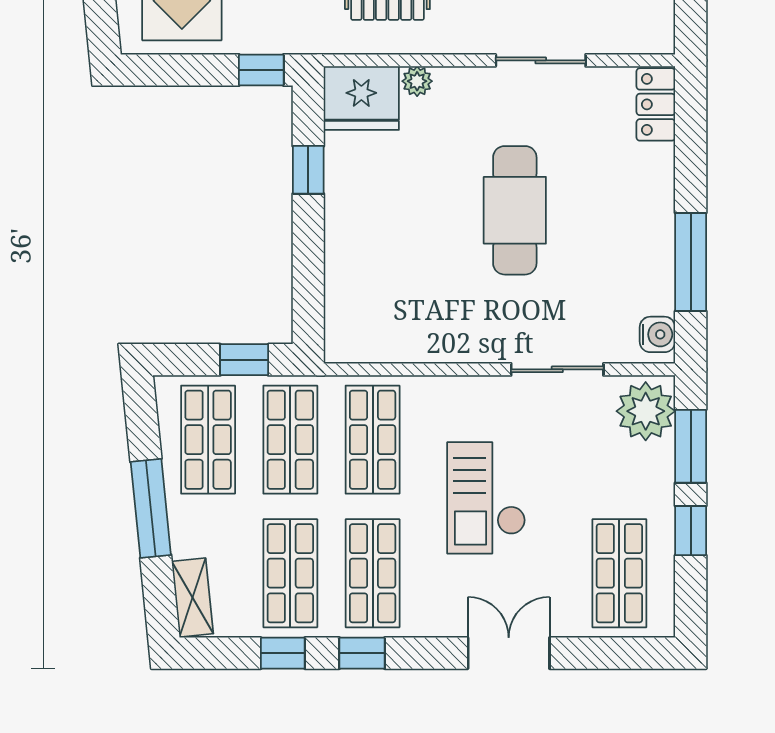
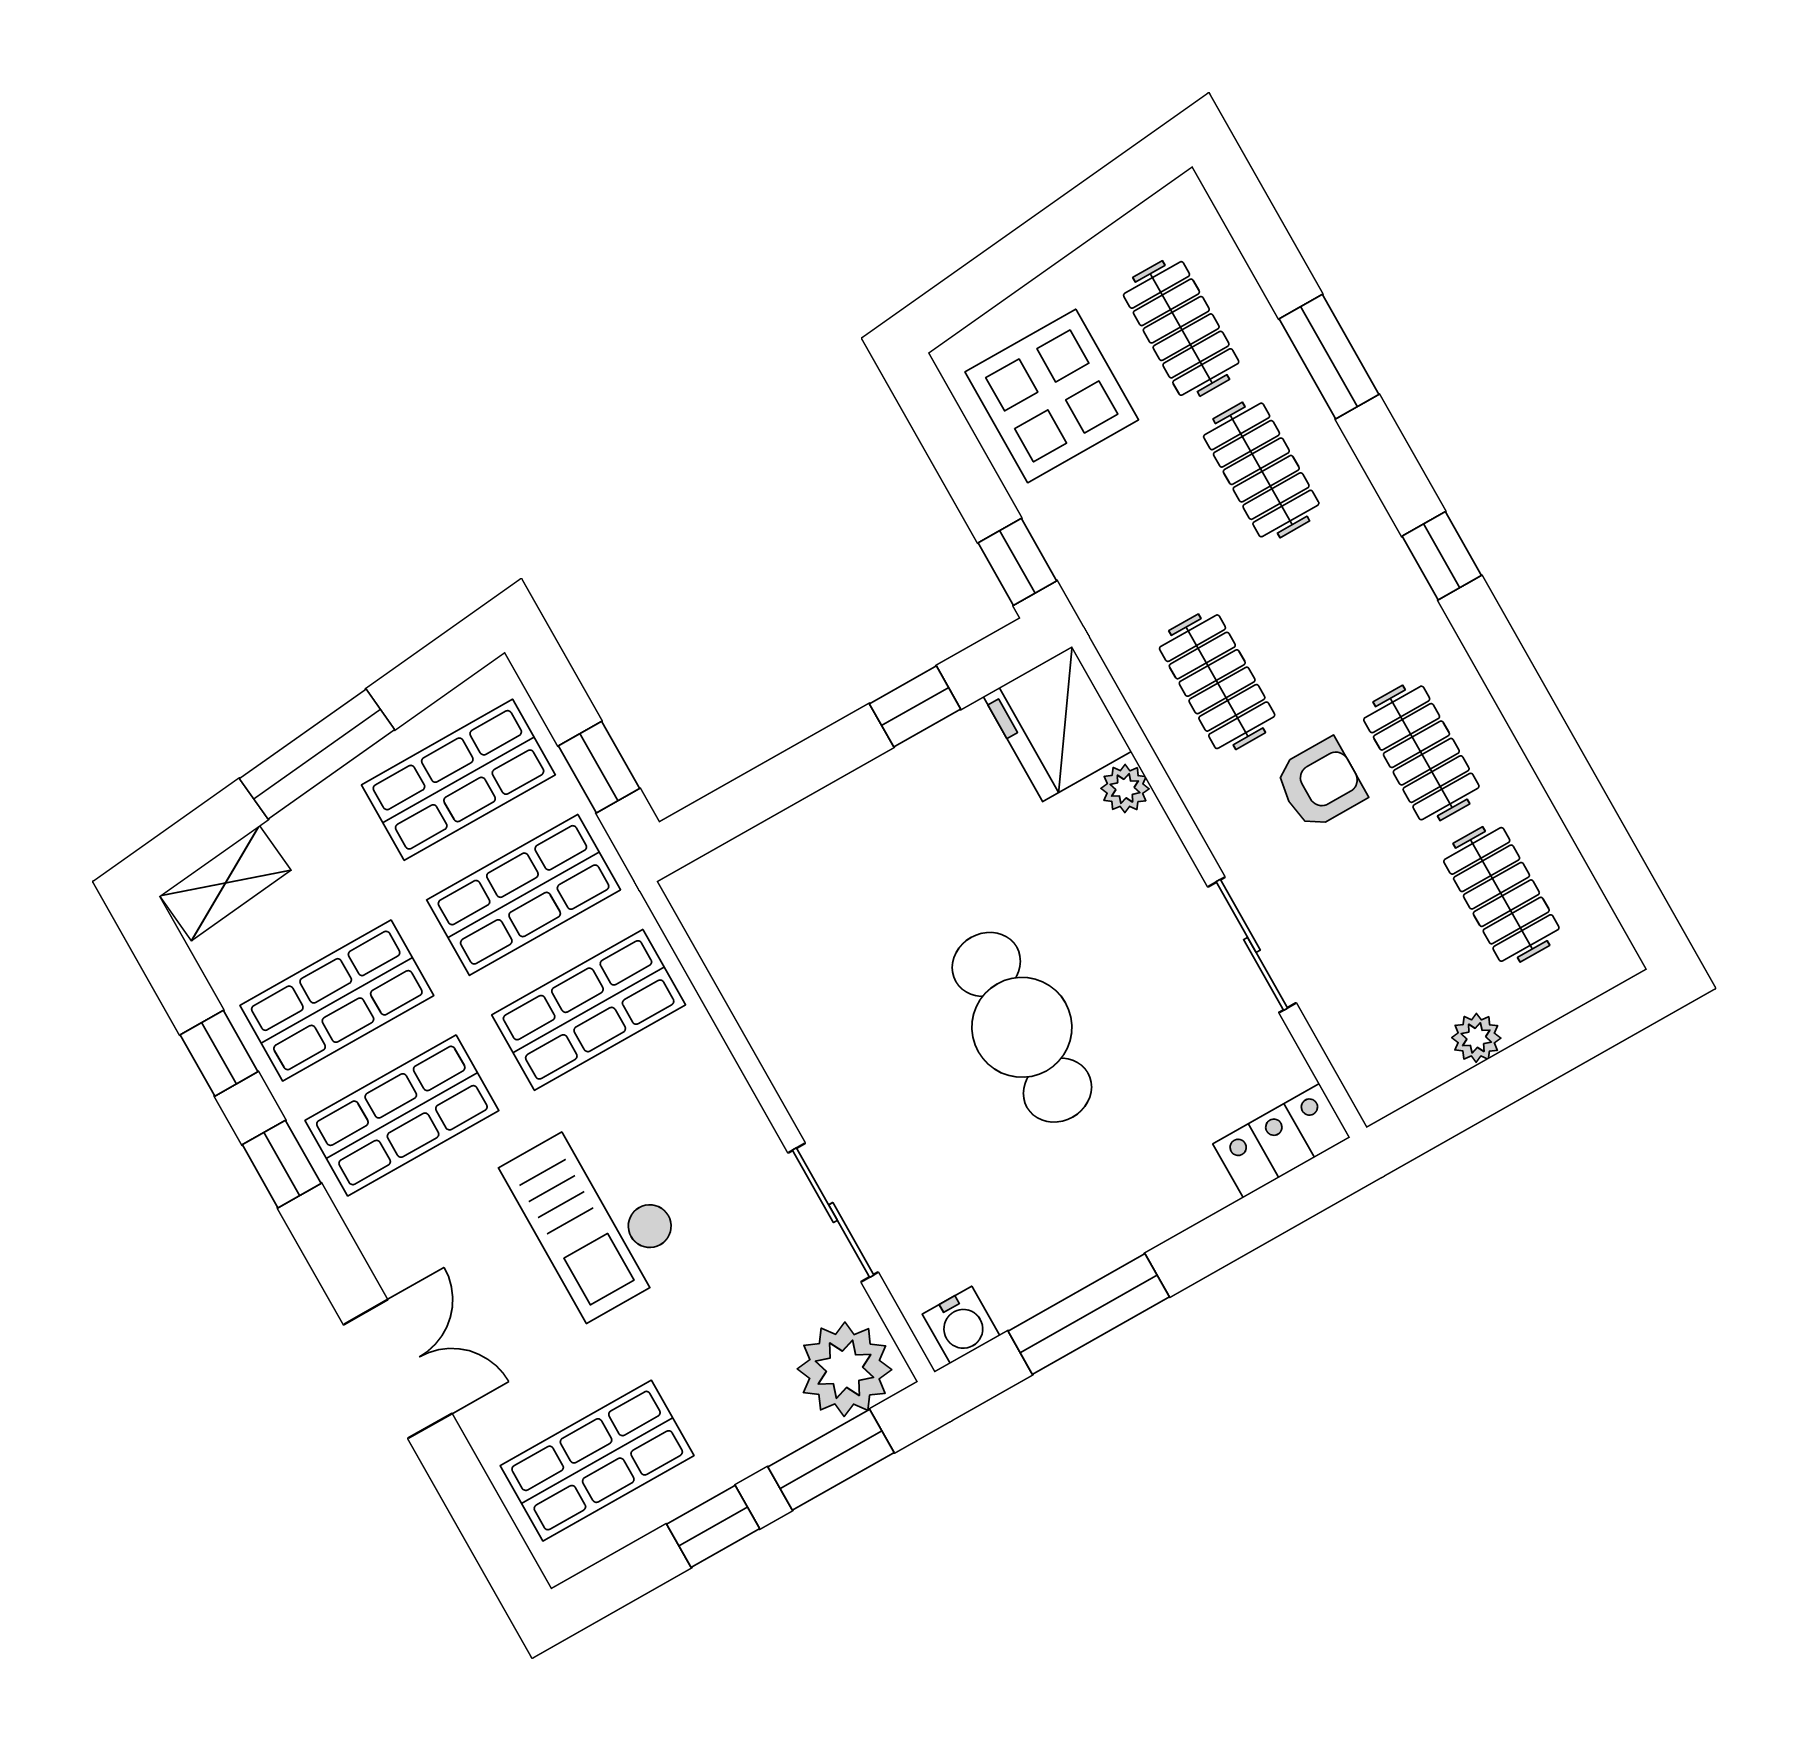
cafe table: (515, 210) -> (1022, 1027), turned 90
checkout: (486, 498) -> (597, 1215), turned -90

